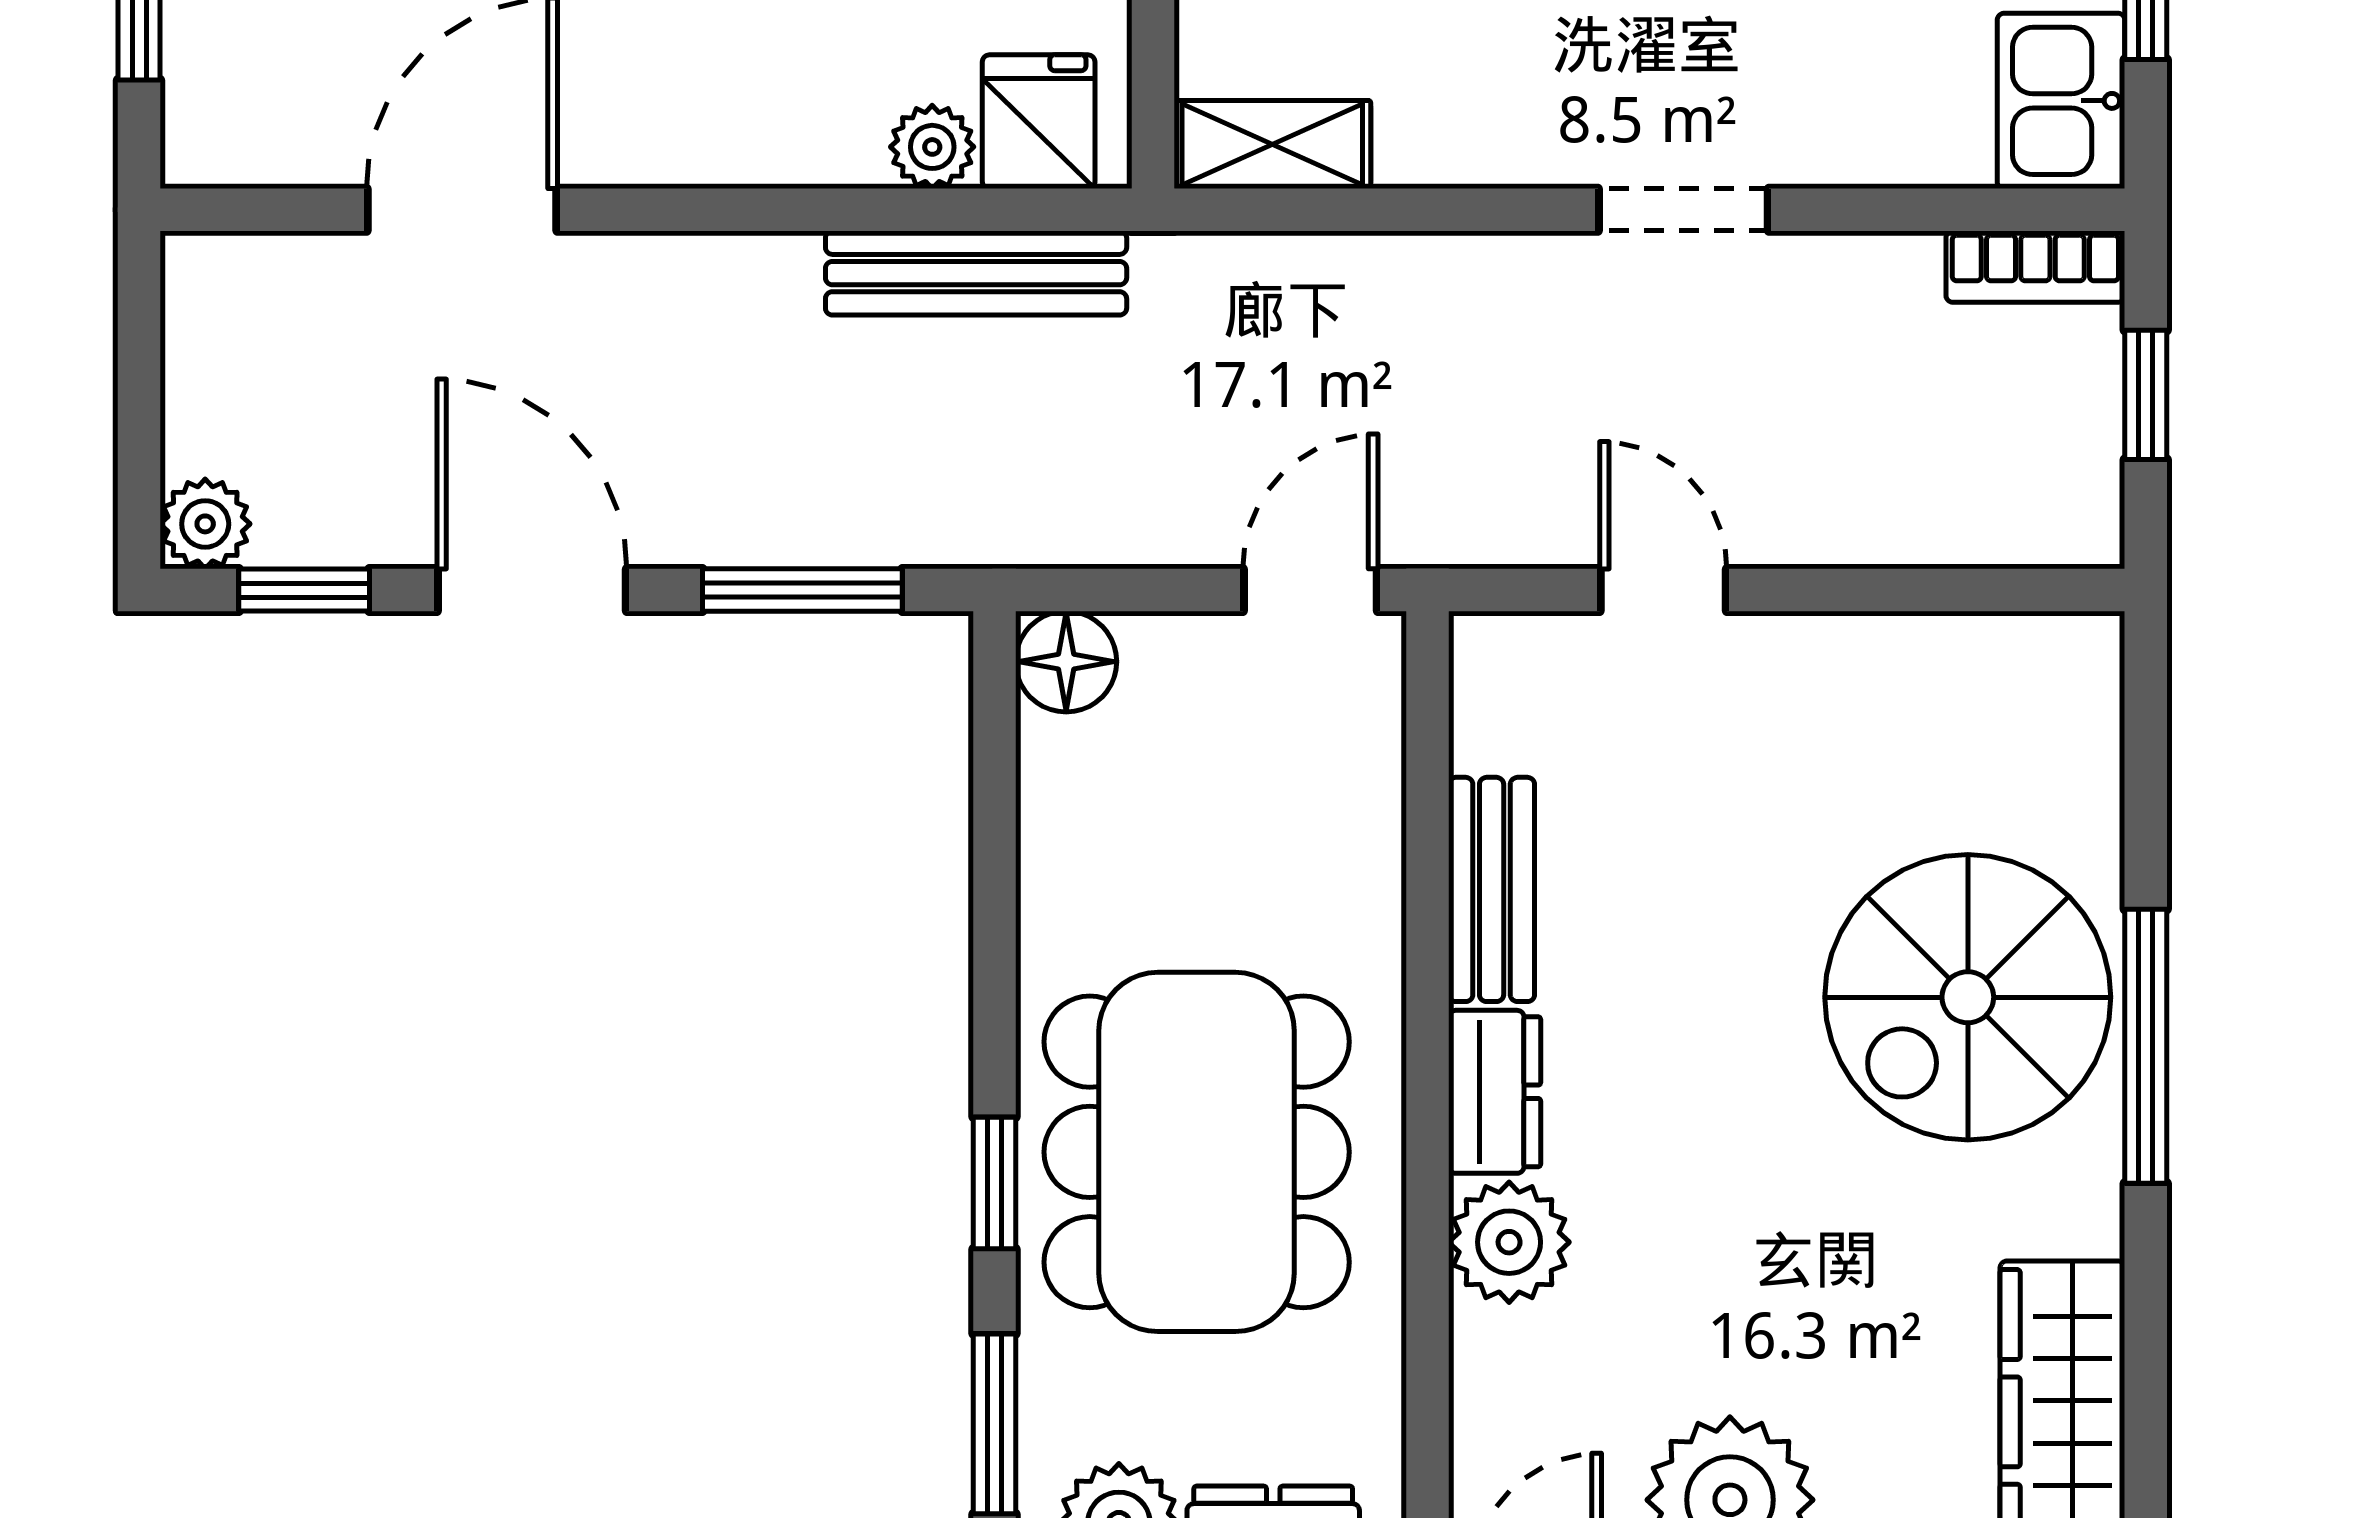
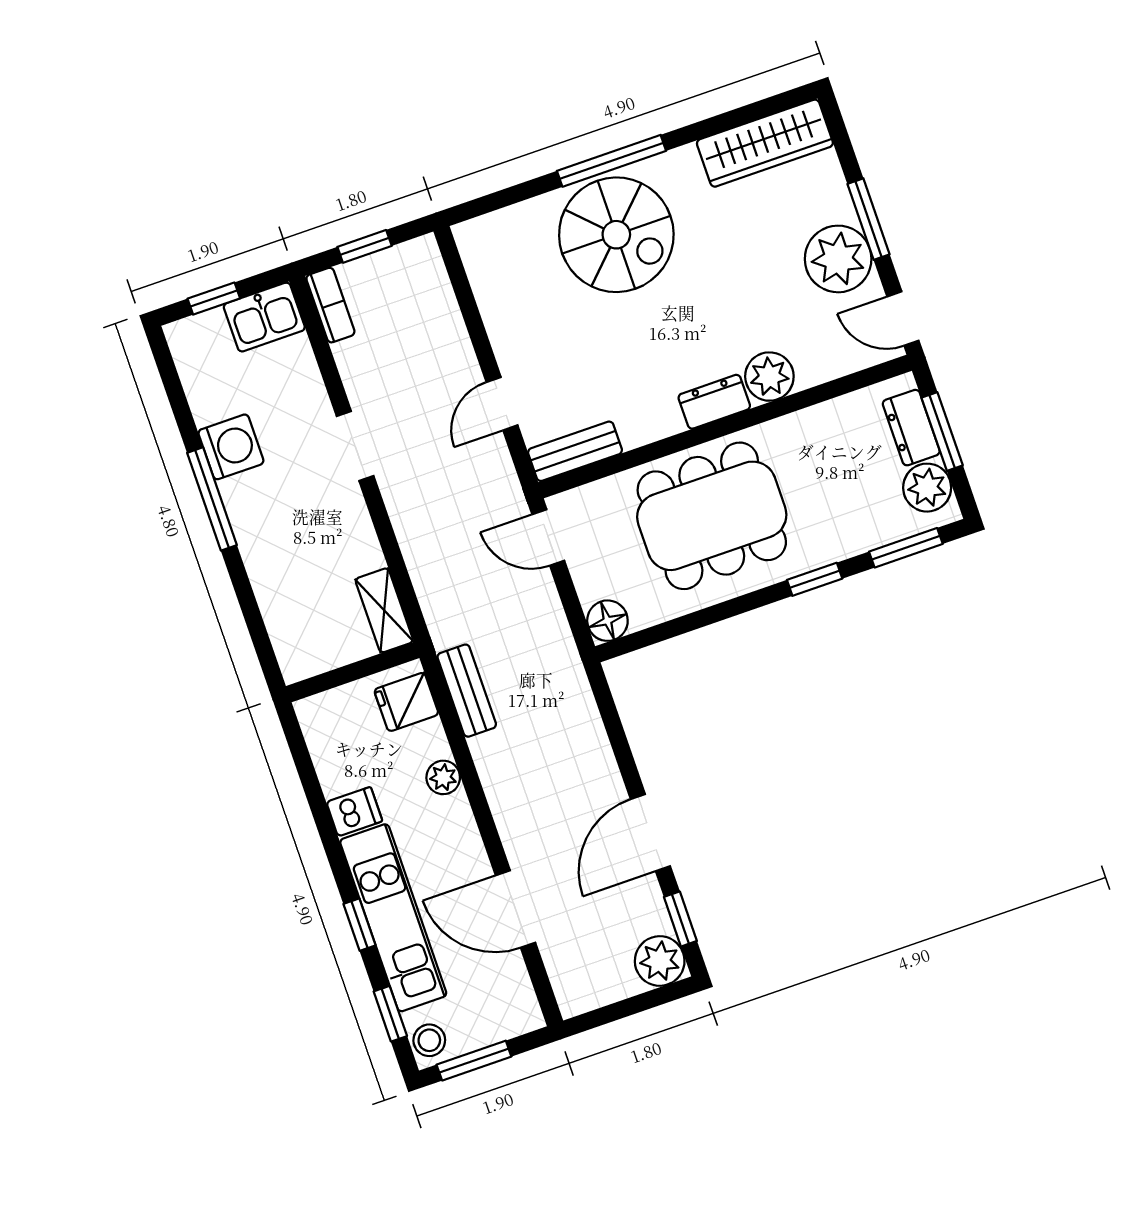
plant: (932, 147) -> (443, 777), moved
bench: (976, 273) -> (467, 691), width x0.73
plant: (205, 524) -> (660, 961), width x1.38, depth x1.38
window: (802, 590) -> (615, 730), removed
bench: (1492, 889) -> (575, 451), moved
dining table: (1197, 1152) -> (712, 516), moved

